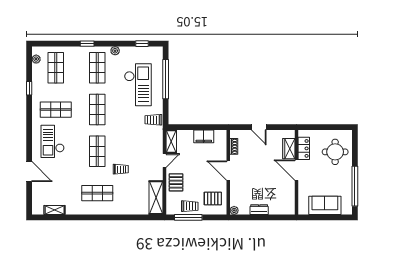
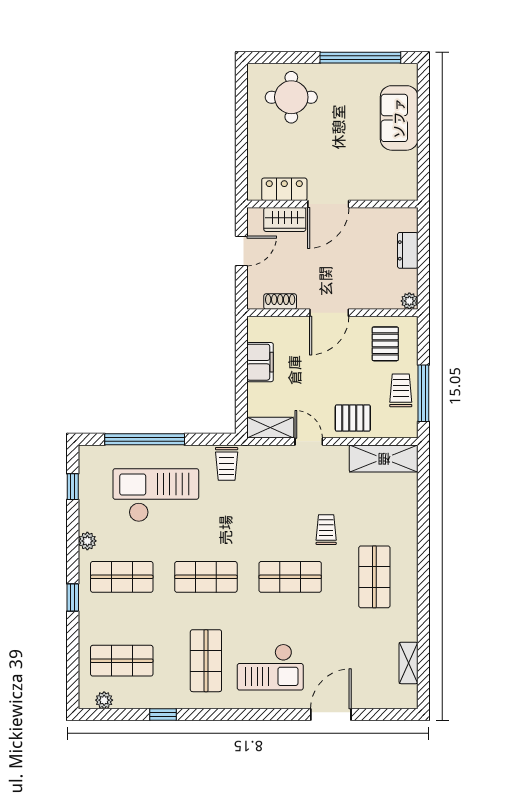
locker: (304, 148) -> (284, 189), moved
wardrobe: (289, 149) -> (285, 219), moved
door: (296, 170) -> (328, 204), moved
wall: (296, 172) -> (332, 204), moved

